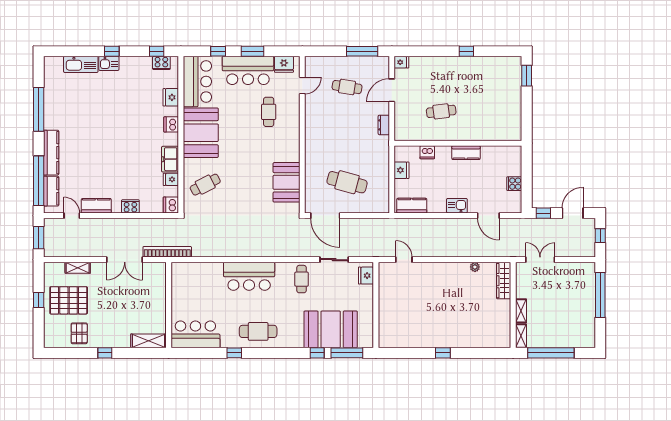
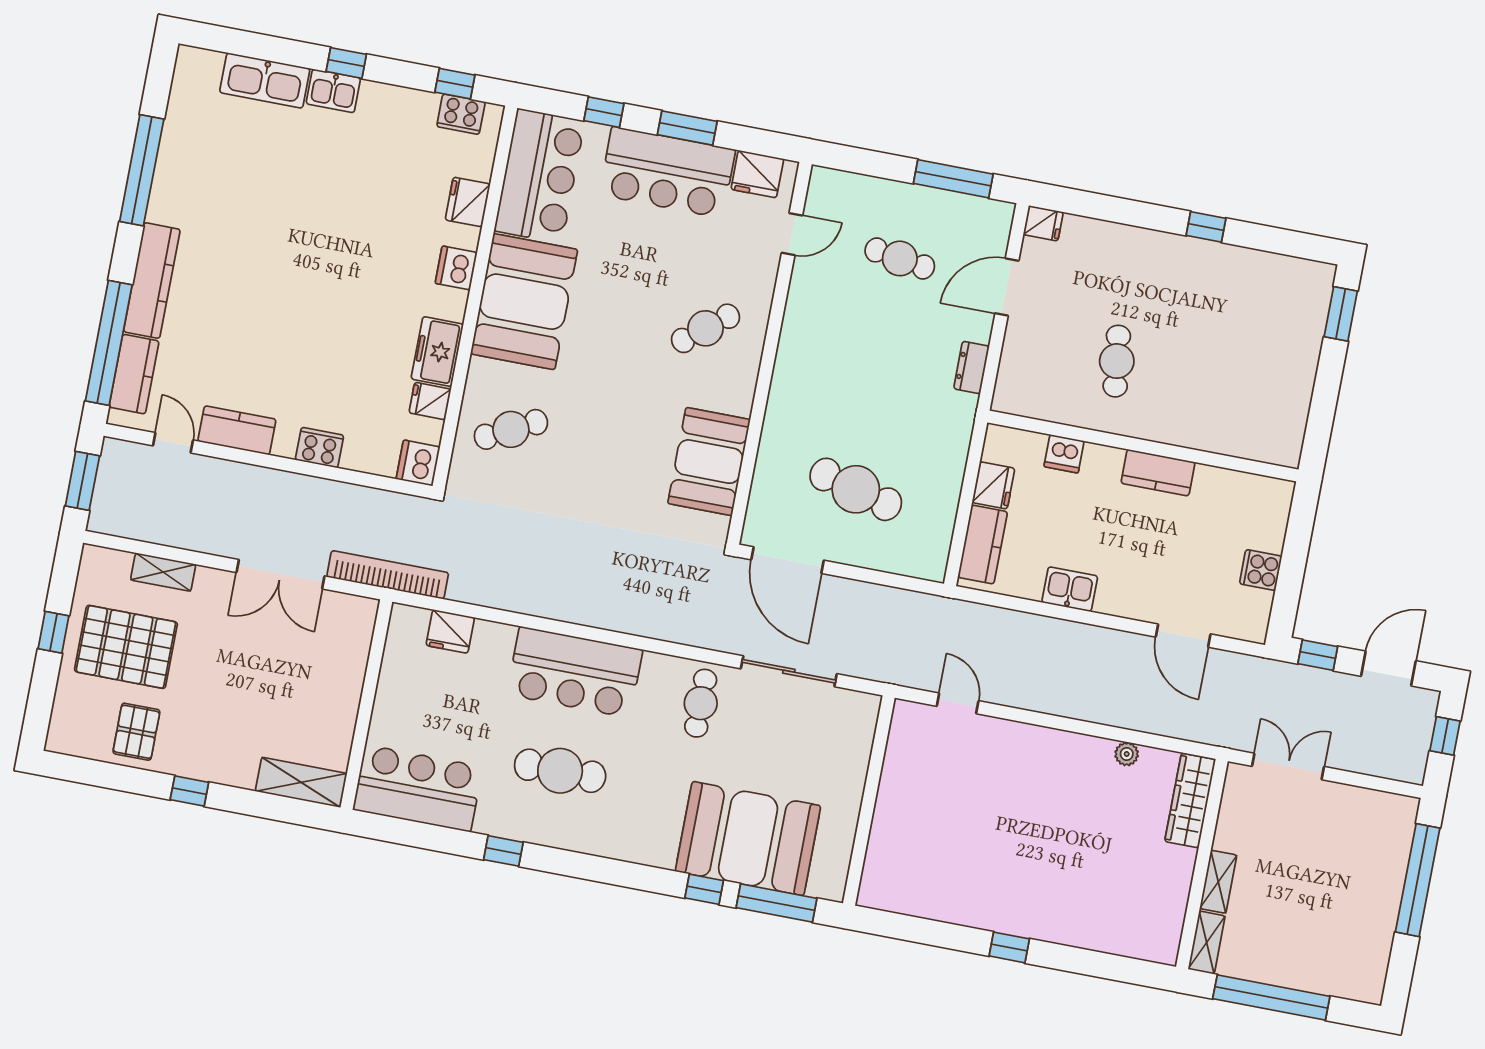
cafe table: (441, 111) -> (1117, 361), turned 90
cafe table: (269, 112) -> (706, 328), moved, turned 51
kitchen counter: (412, 206) -> (983, 545), moved, turned 90
kitchen sink: (457, 206) -> (1070, 589), moved
sliding door: (334, 260) -> (789, 671), width x1.37
fridge: (366, 276) -> (450, 631), moved, turned -90
cafe table: (258, 331) -> (560, 771), moved

